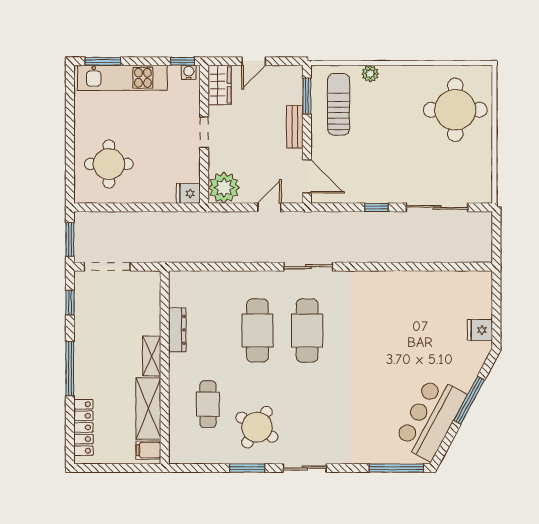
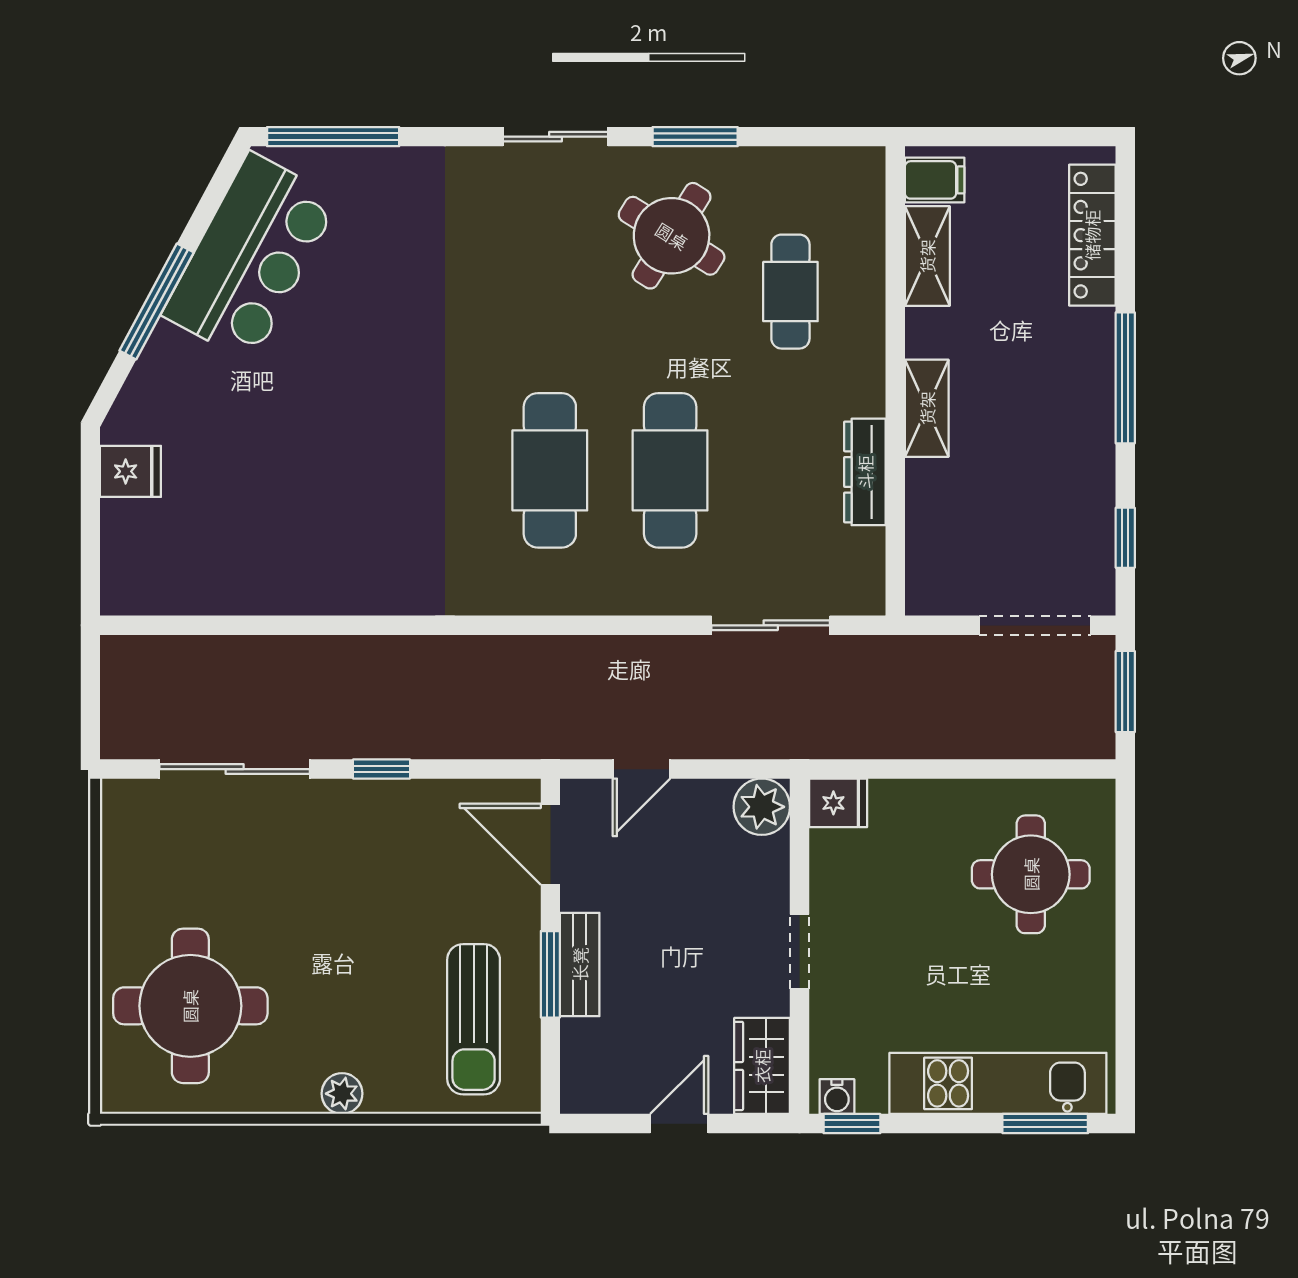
plant: (370, 74) -> (342, 1094), moved
window: (307, 96) -> (550, 974), moved
plant: (224, 188) -> (762, 807), width x0.73, depth x0.73
sliding door: (308, 267) -> (771, 625), moved
shelving: (148, 409) -> (927, 256), width x0.67, depth x0.75

